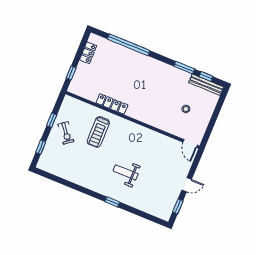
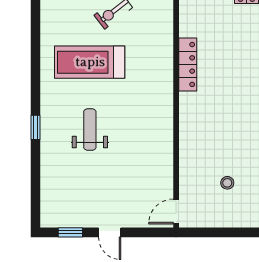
treadmill: (98, 132) -> (90, 62), moved, width x1.37, depth x1.38

